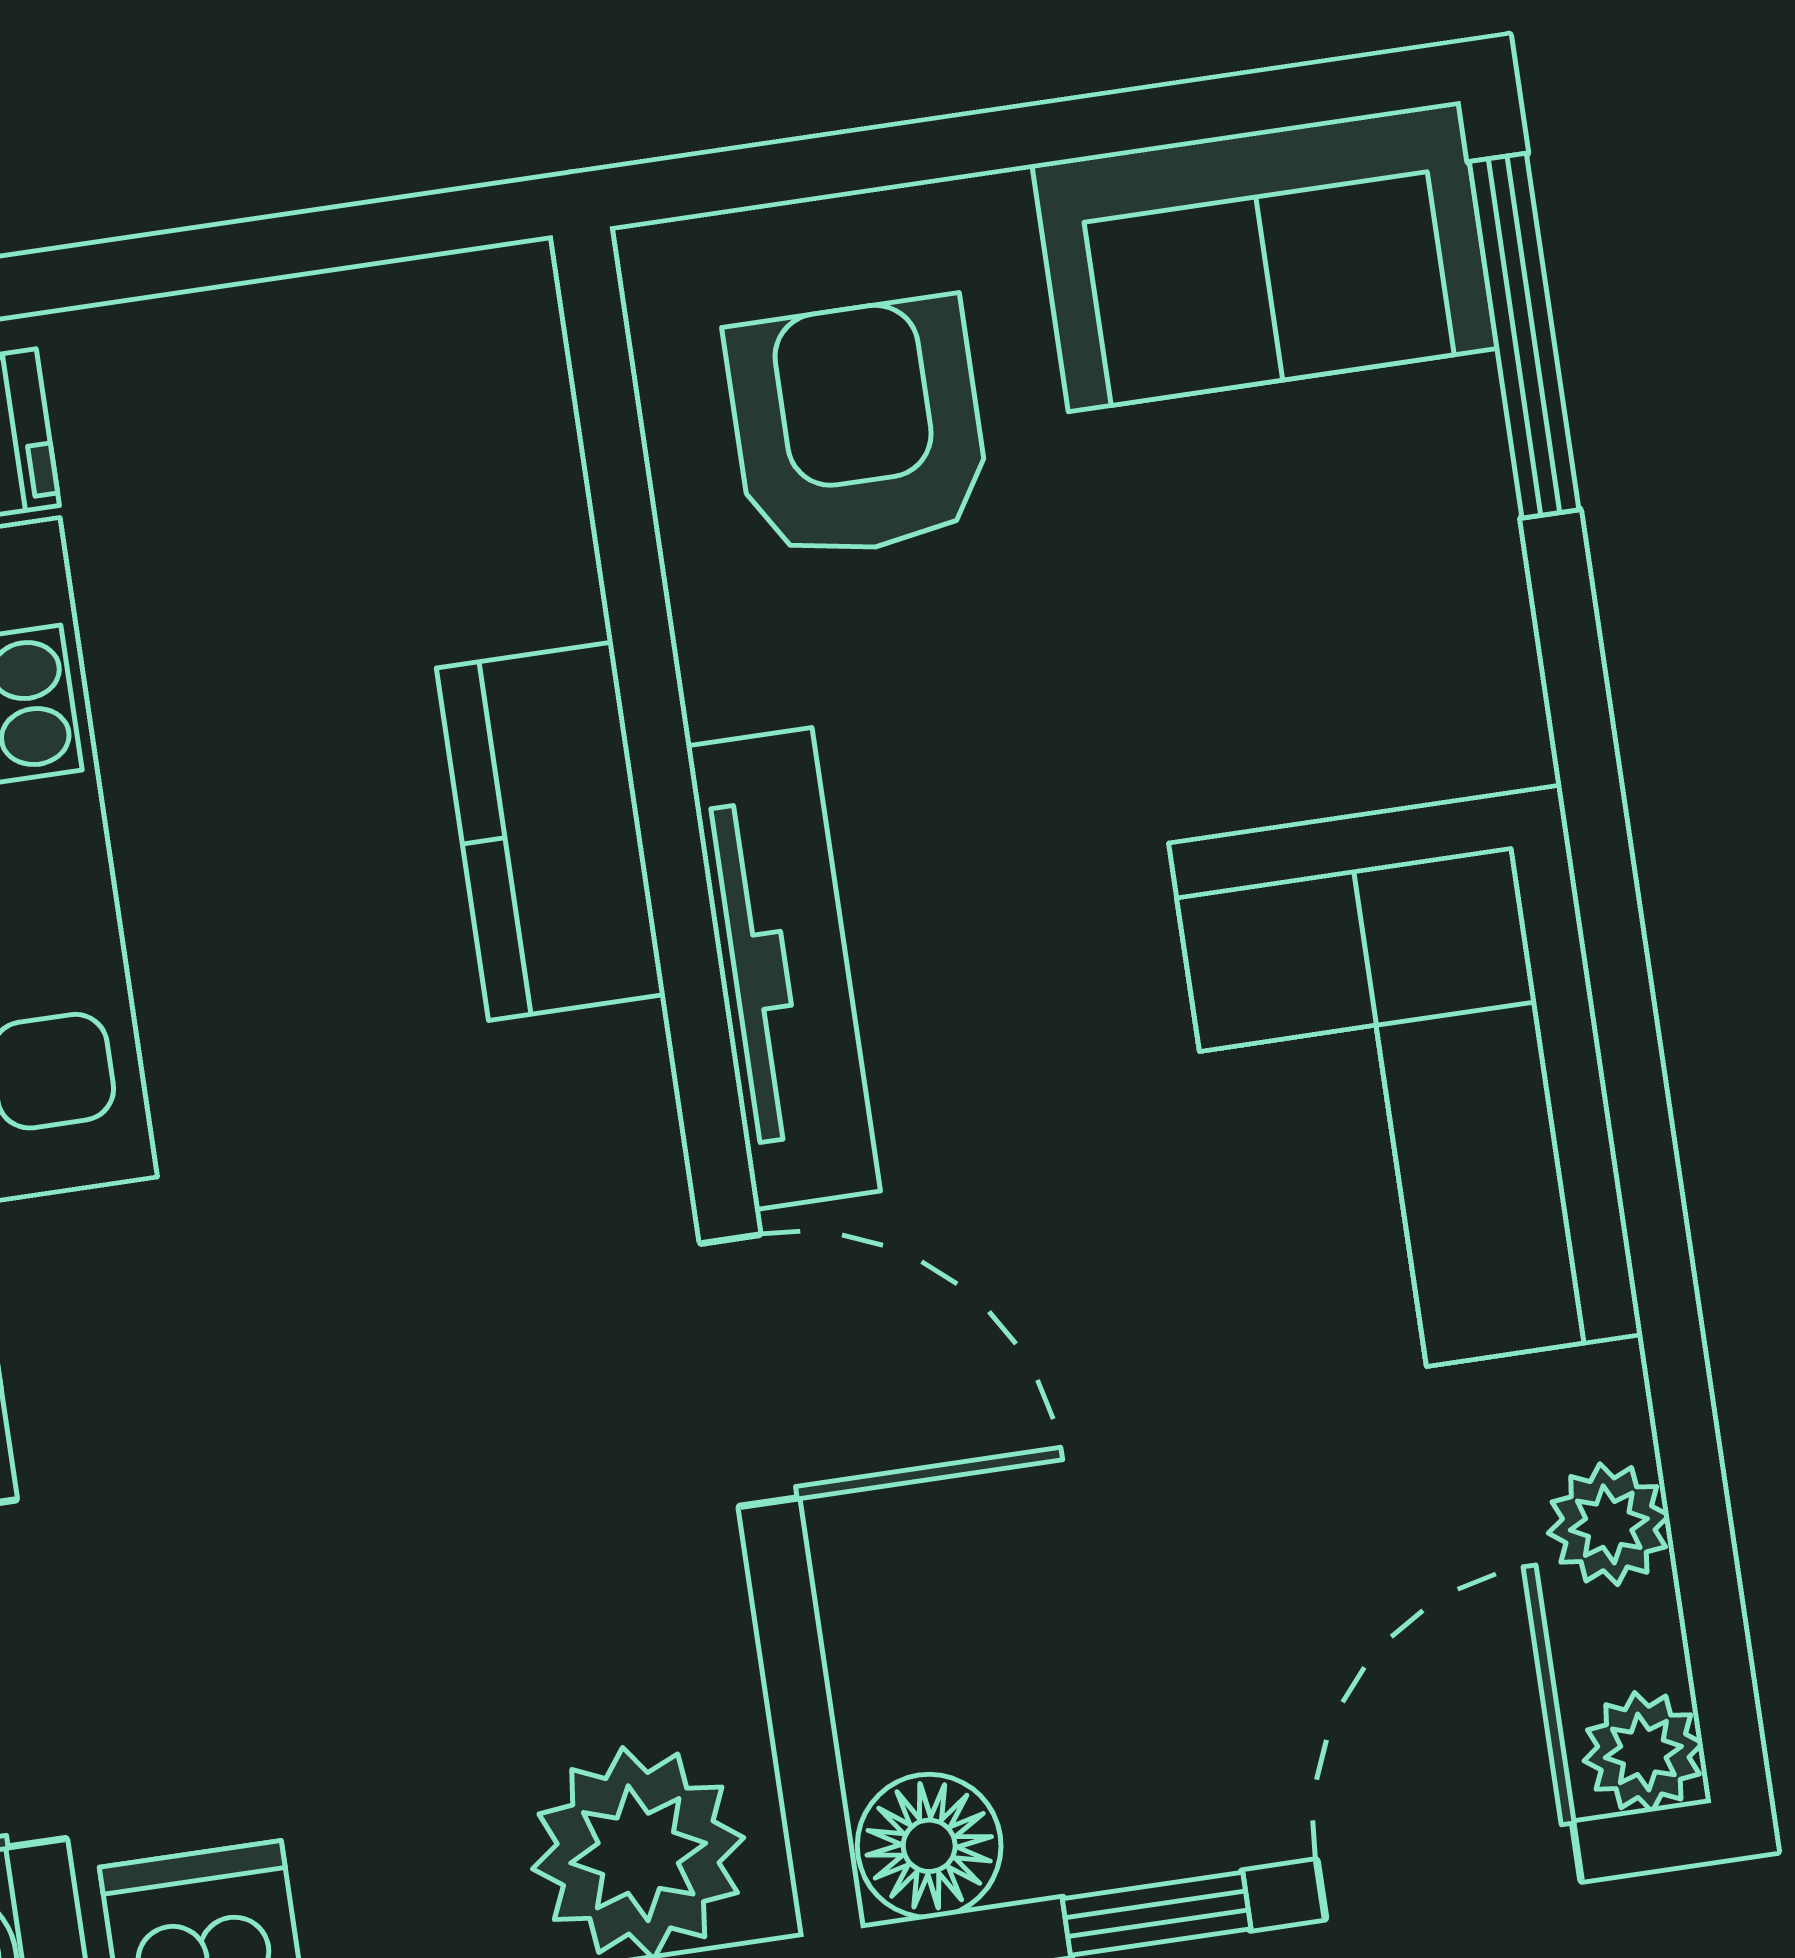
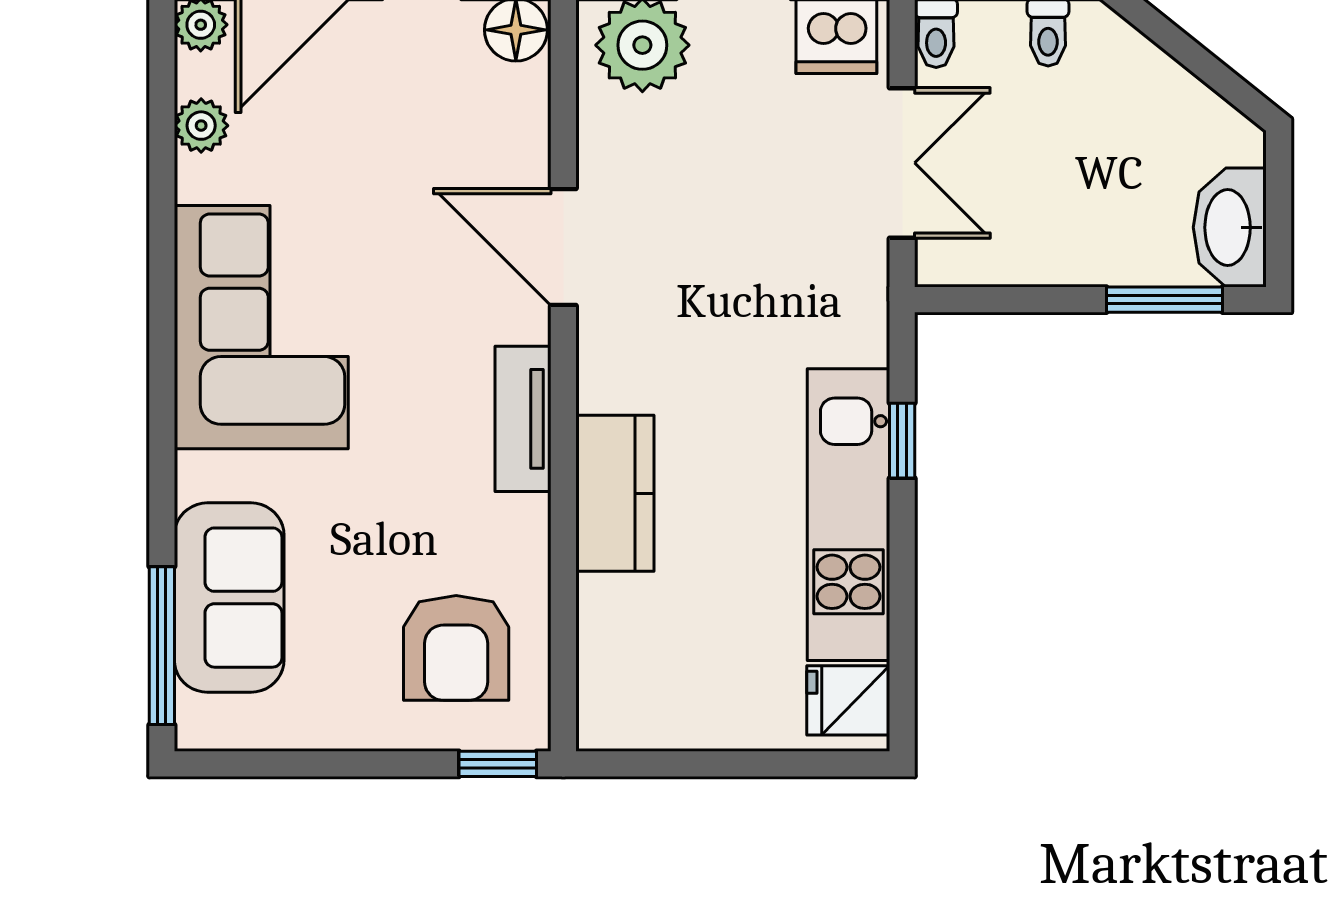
window: (725, 180) -> (498, 764), added
sofa: (1264, 256) -> (229, 598), moved, turned 90
tv unit: (783, 969) -> (523, 419), width x0.71

